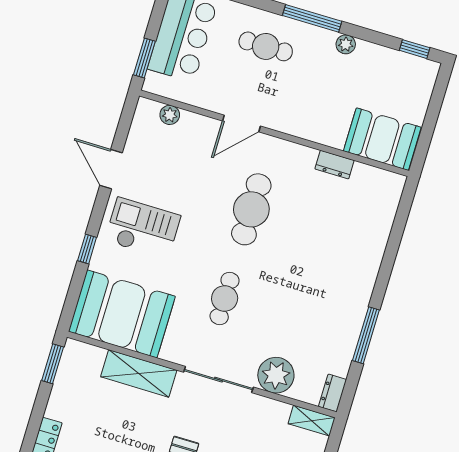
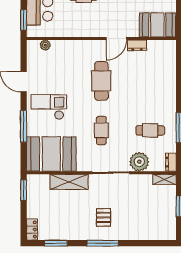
door: (242, 123) -> (116, 39), moved
window: (87, 249) -> (24, 126), width x2.17
cafe table: (313, 325) -> (150, 130), added

